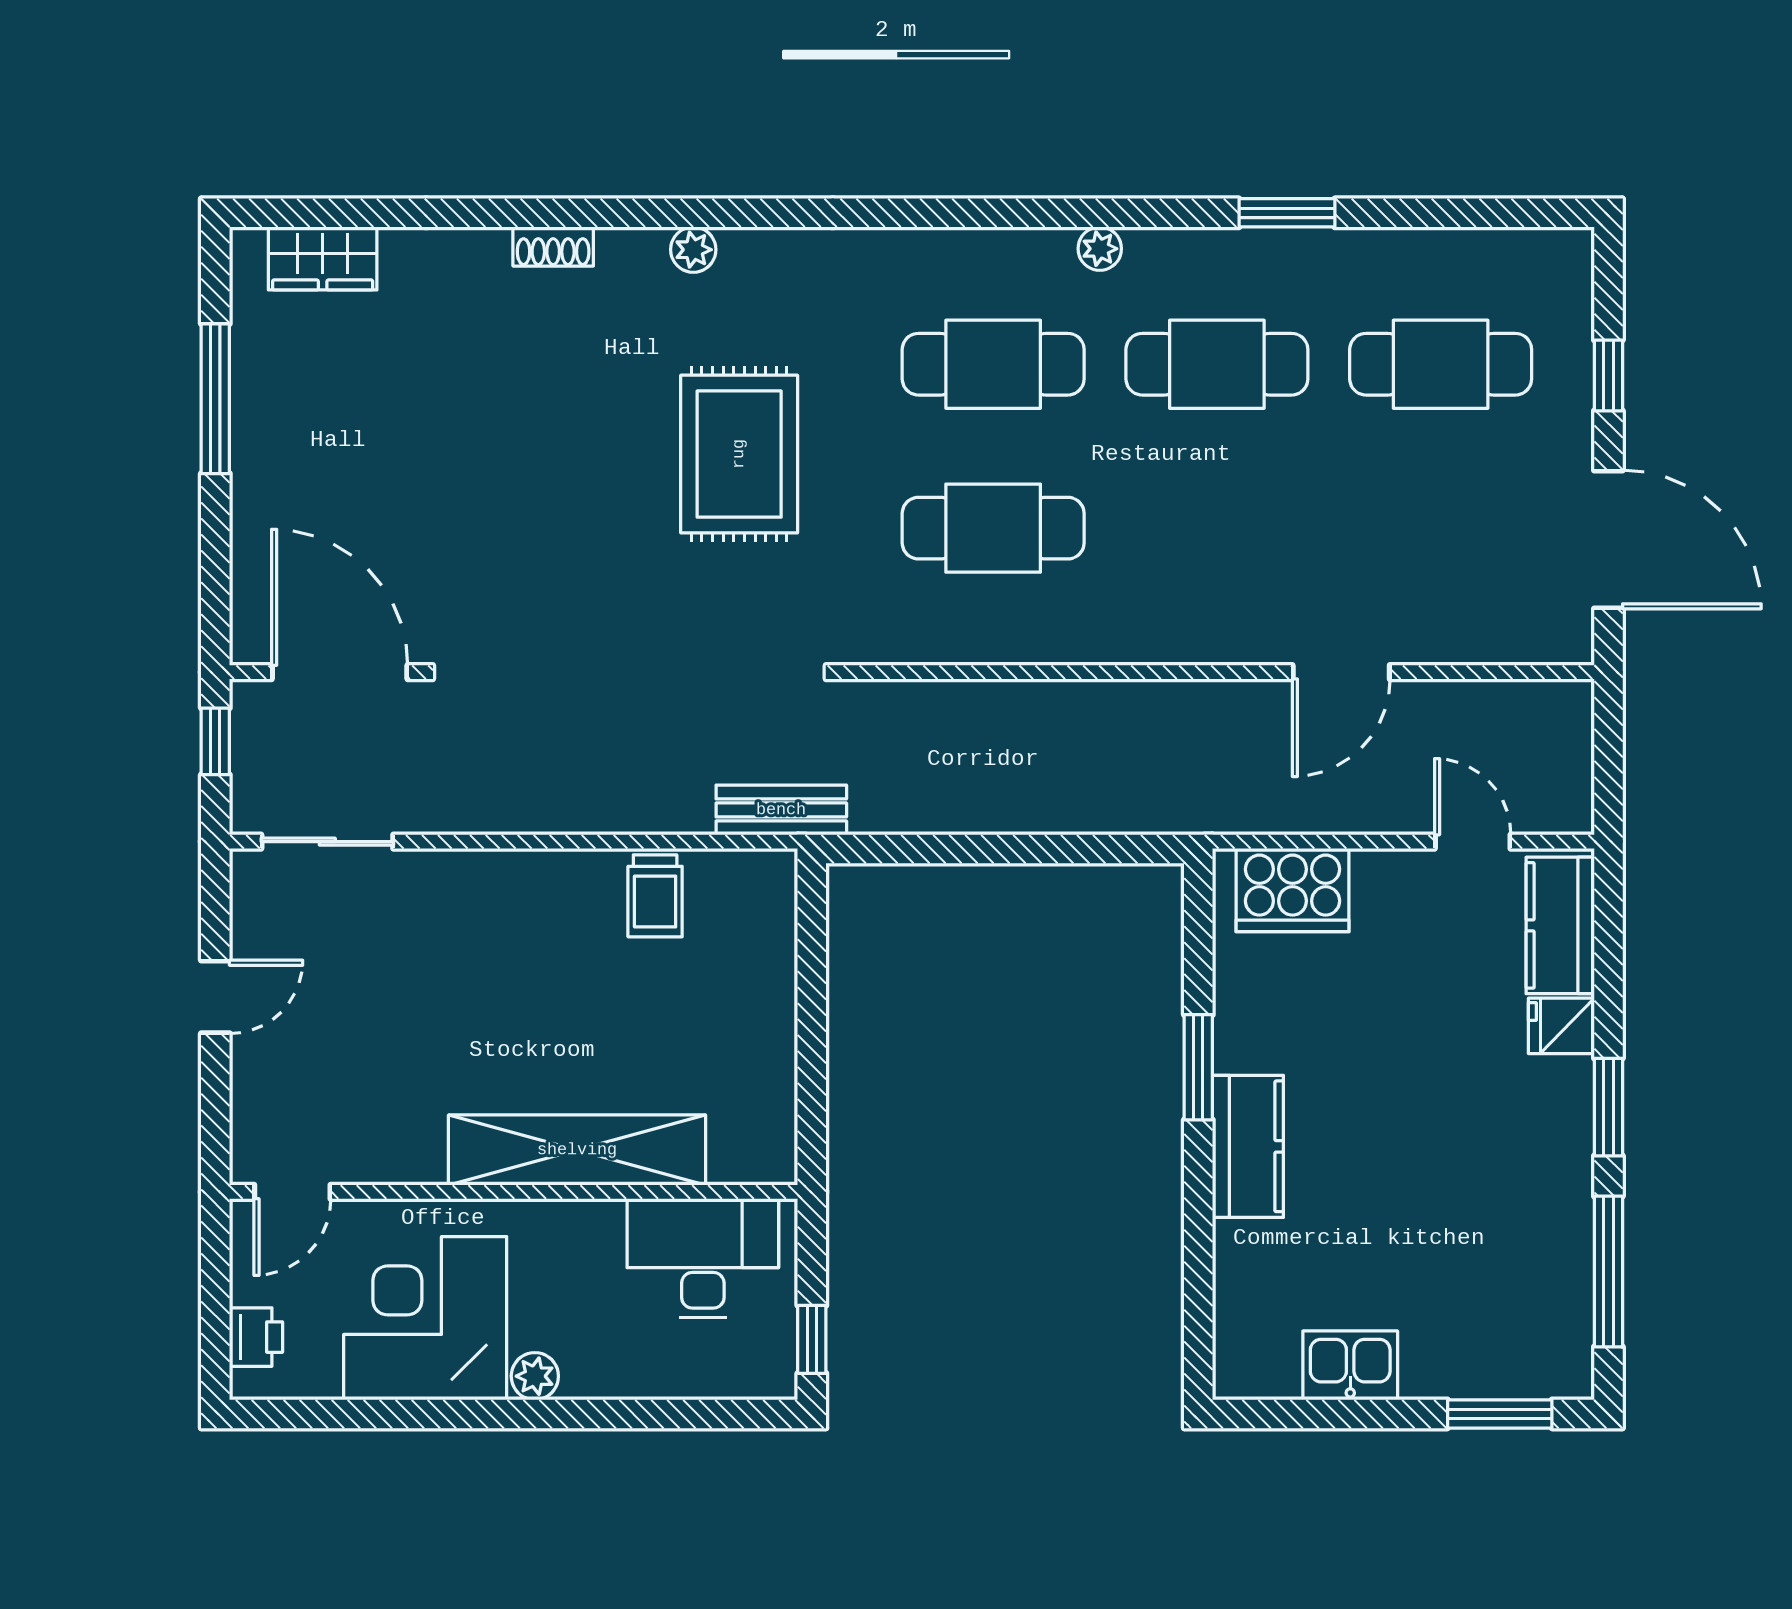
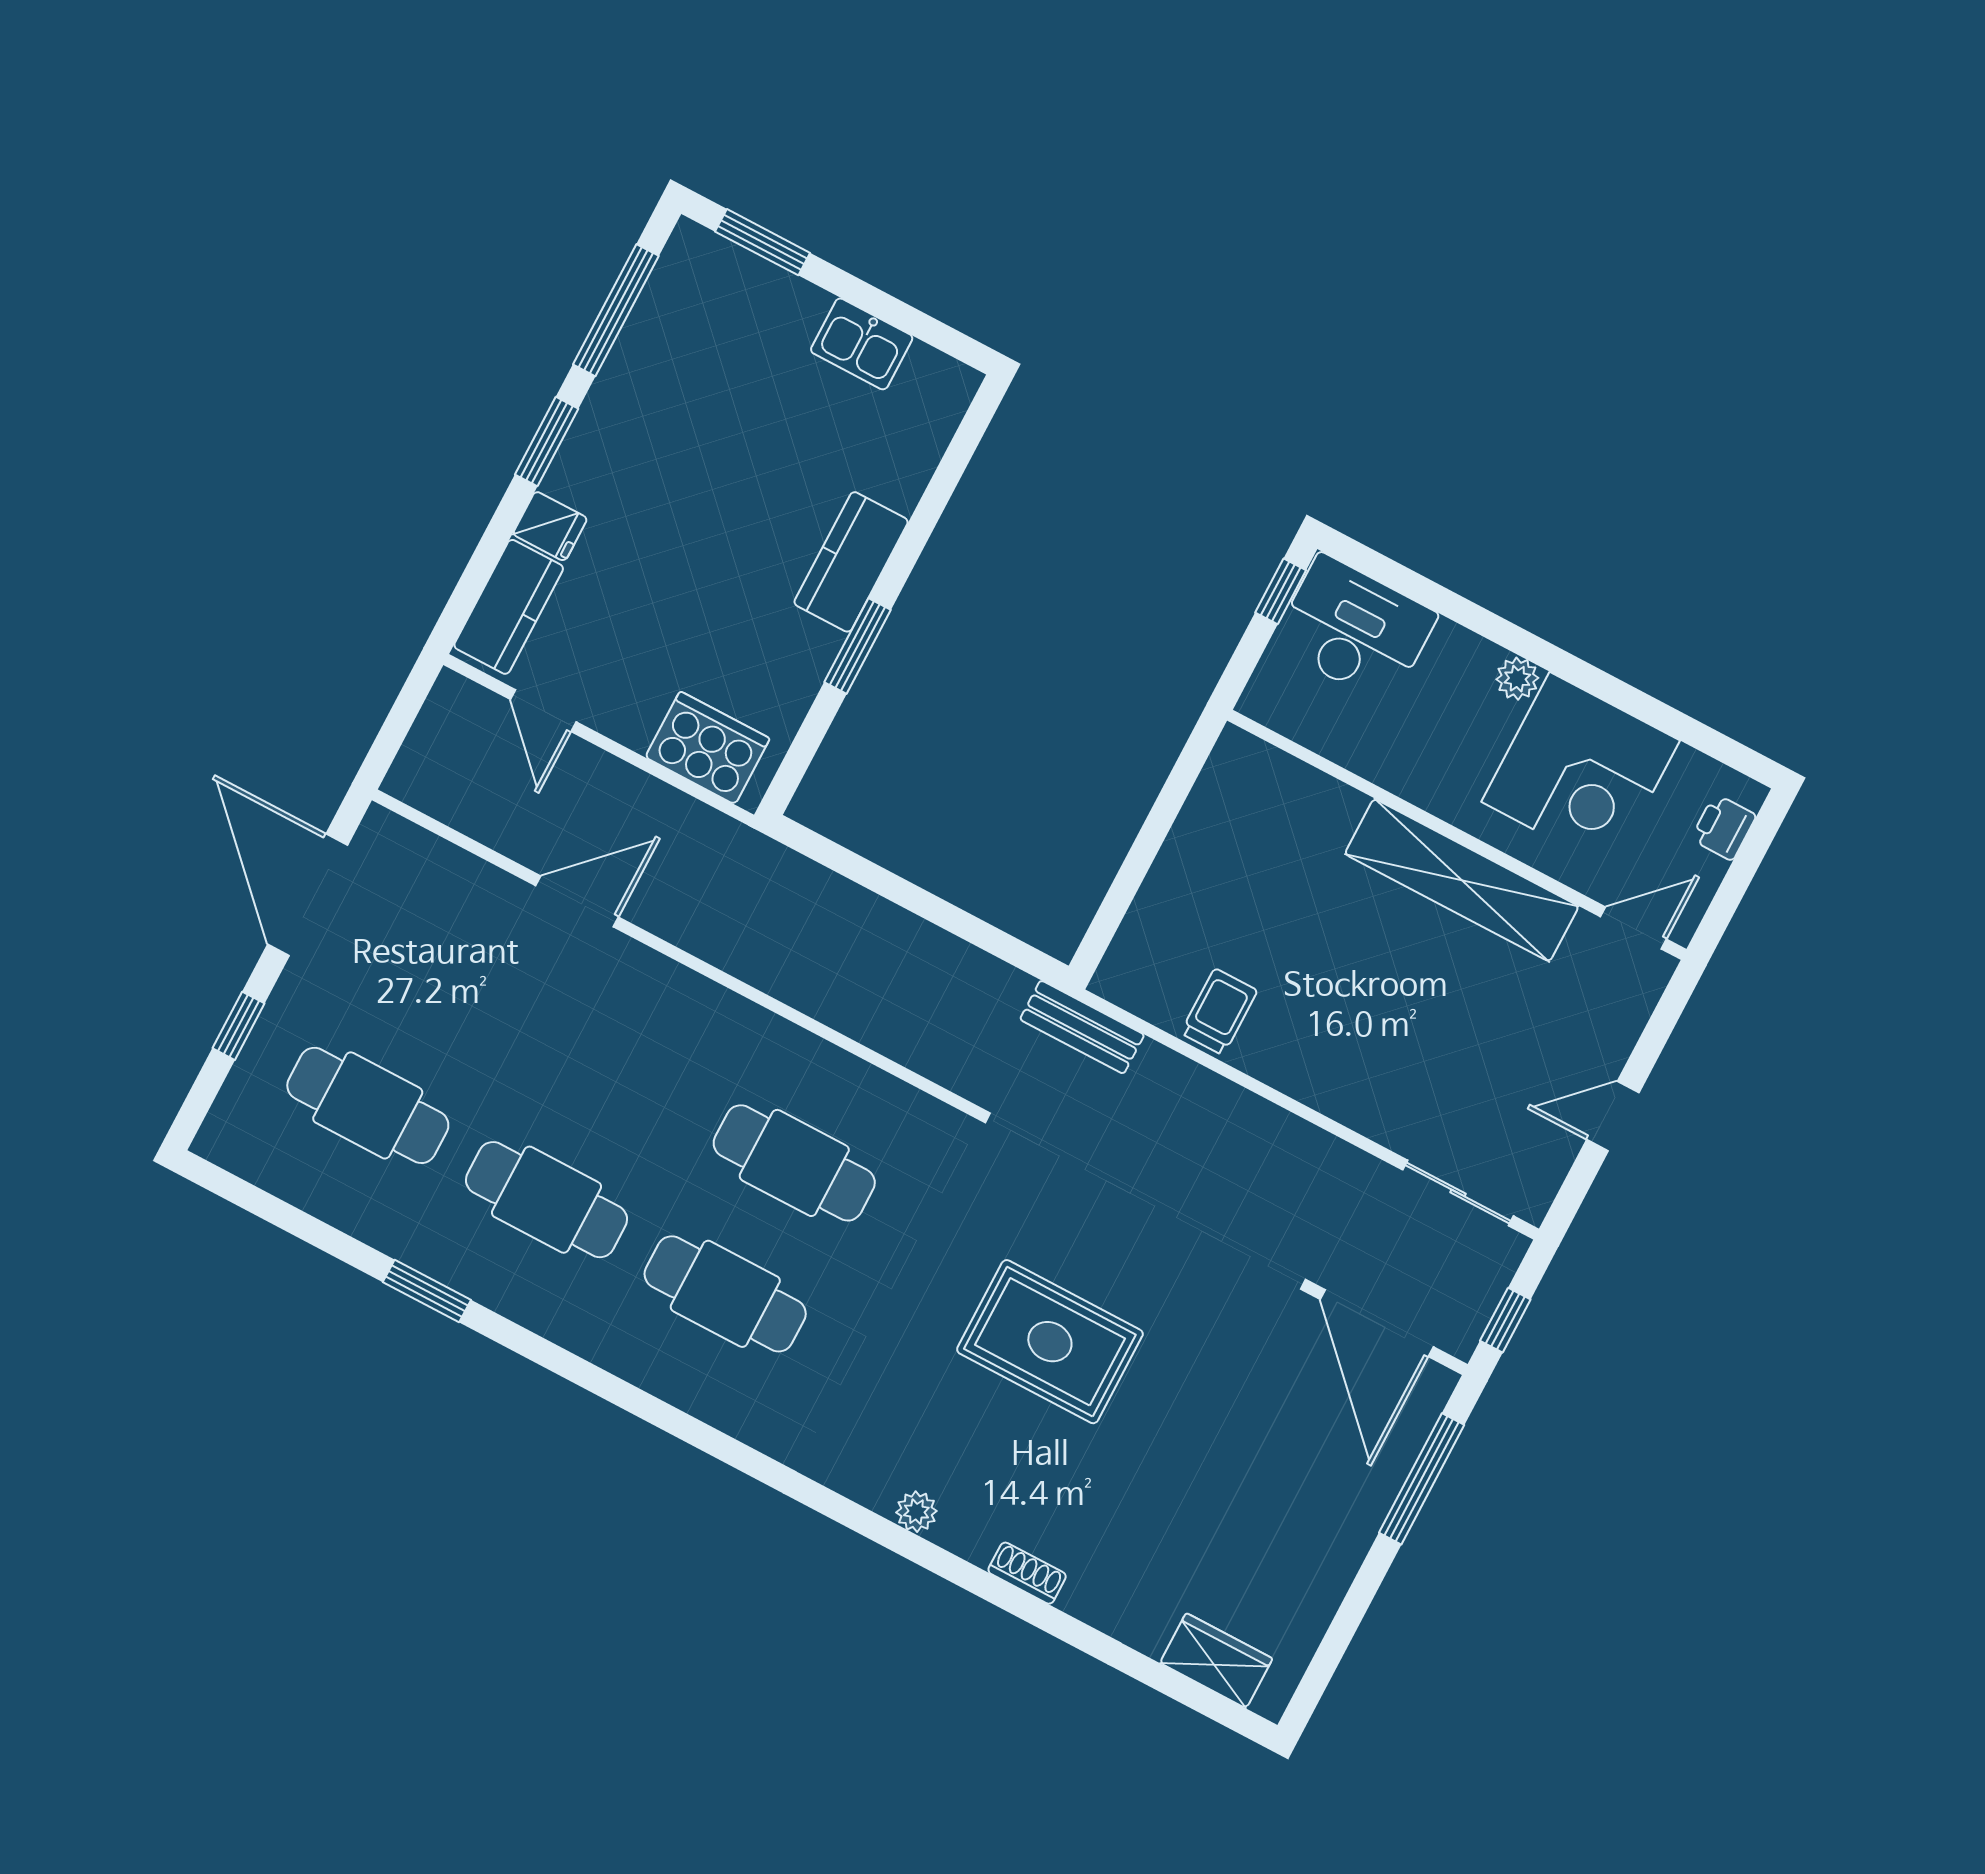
plant: (1100, 249) -> (591, 1341), removed
window: (215, 399) -> (1422, 1479), moved
rug: (739, 454) -> (1050, 1342), moved, turned 90
shelving: (577, 1150) -> (1462, 880), moved
desk: (703, 1258) -> (1355, 629), moved, turned 180

